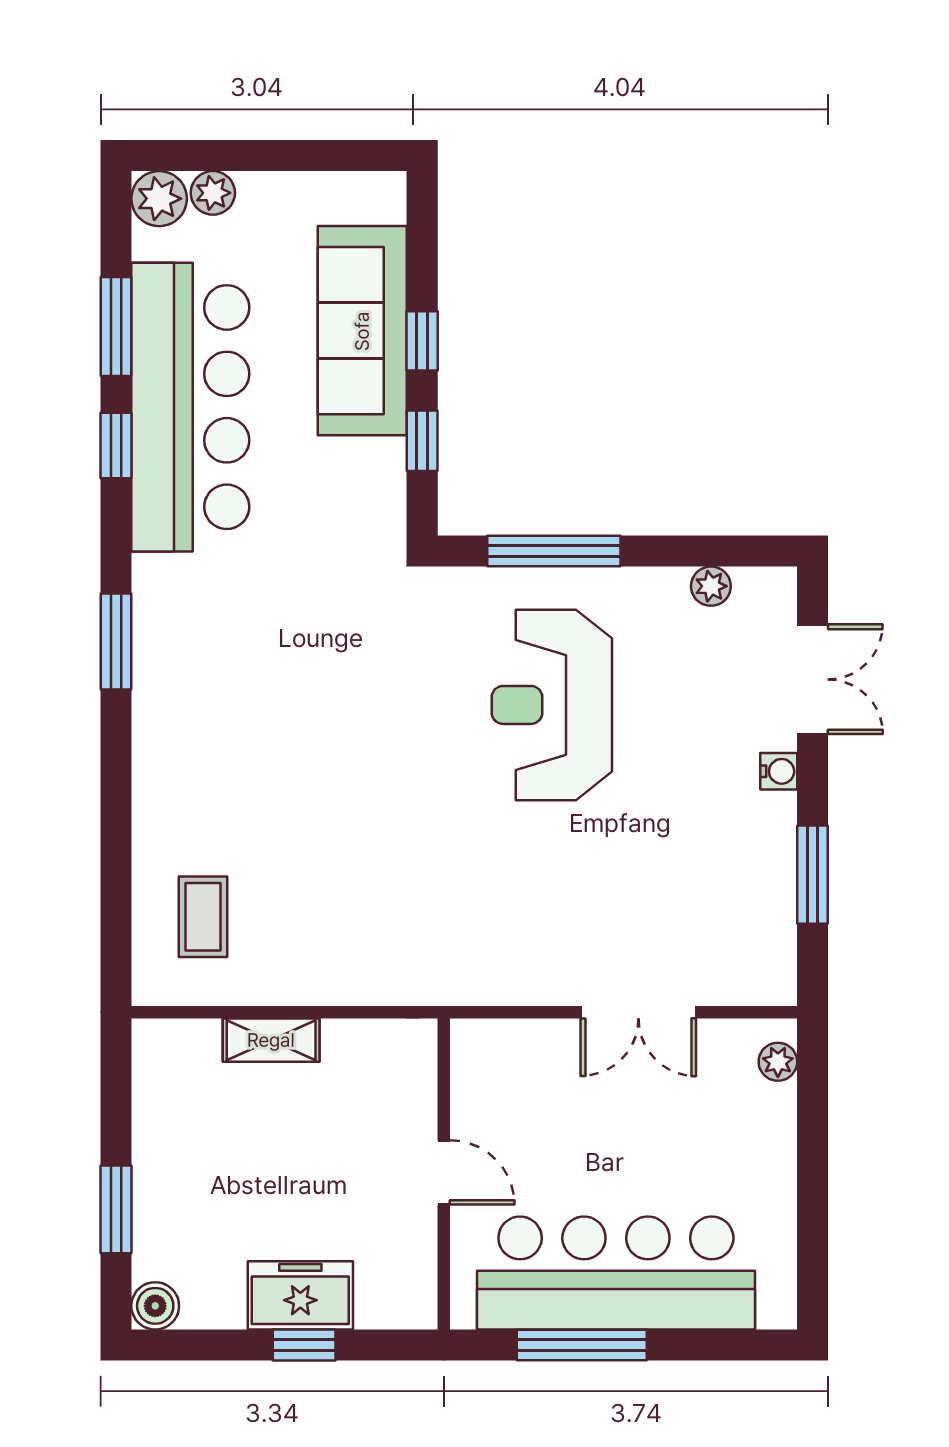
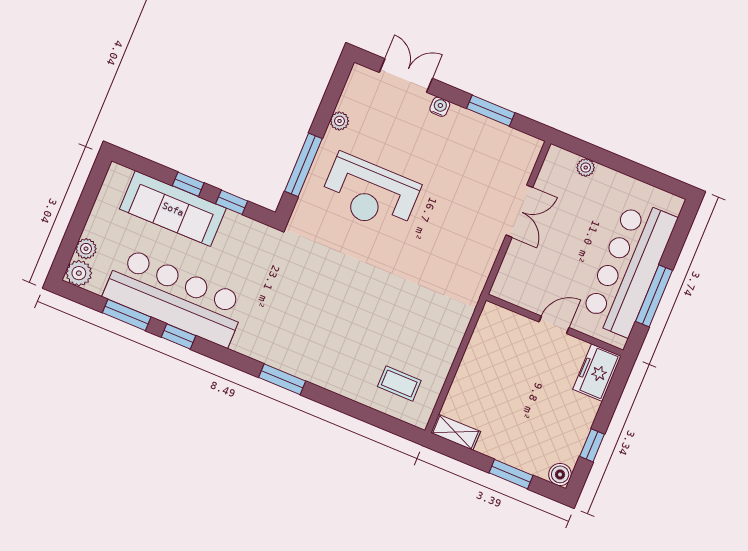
plant: (711, 586) -> (339, 121), moved
window: (116, 641) -> (282, 379), moved
shelving: (271, 1040) -> (456, 432), moved, turned 90
plant: (778, 1062) -> (586, 168), moved
freezer: (300, 1295) -> (597, 373), moved
window: (304, 1345) -> (592, 445), moved

